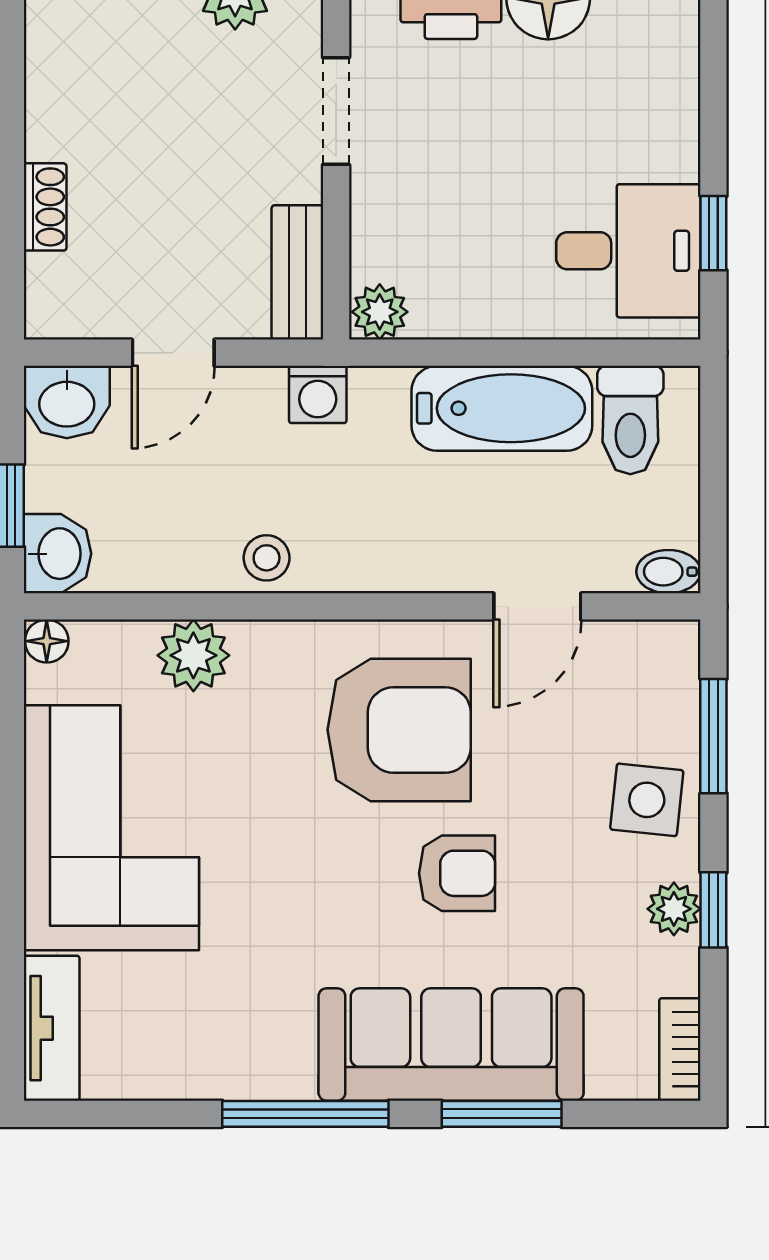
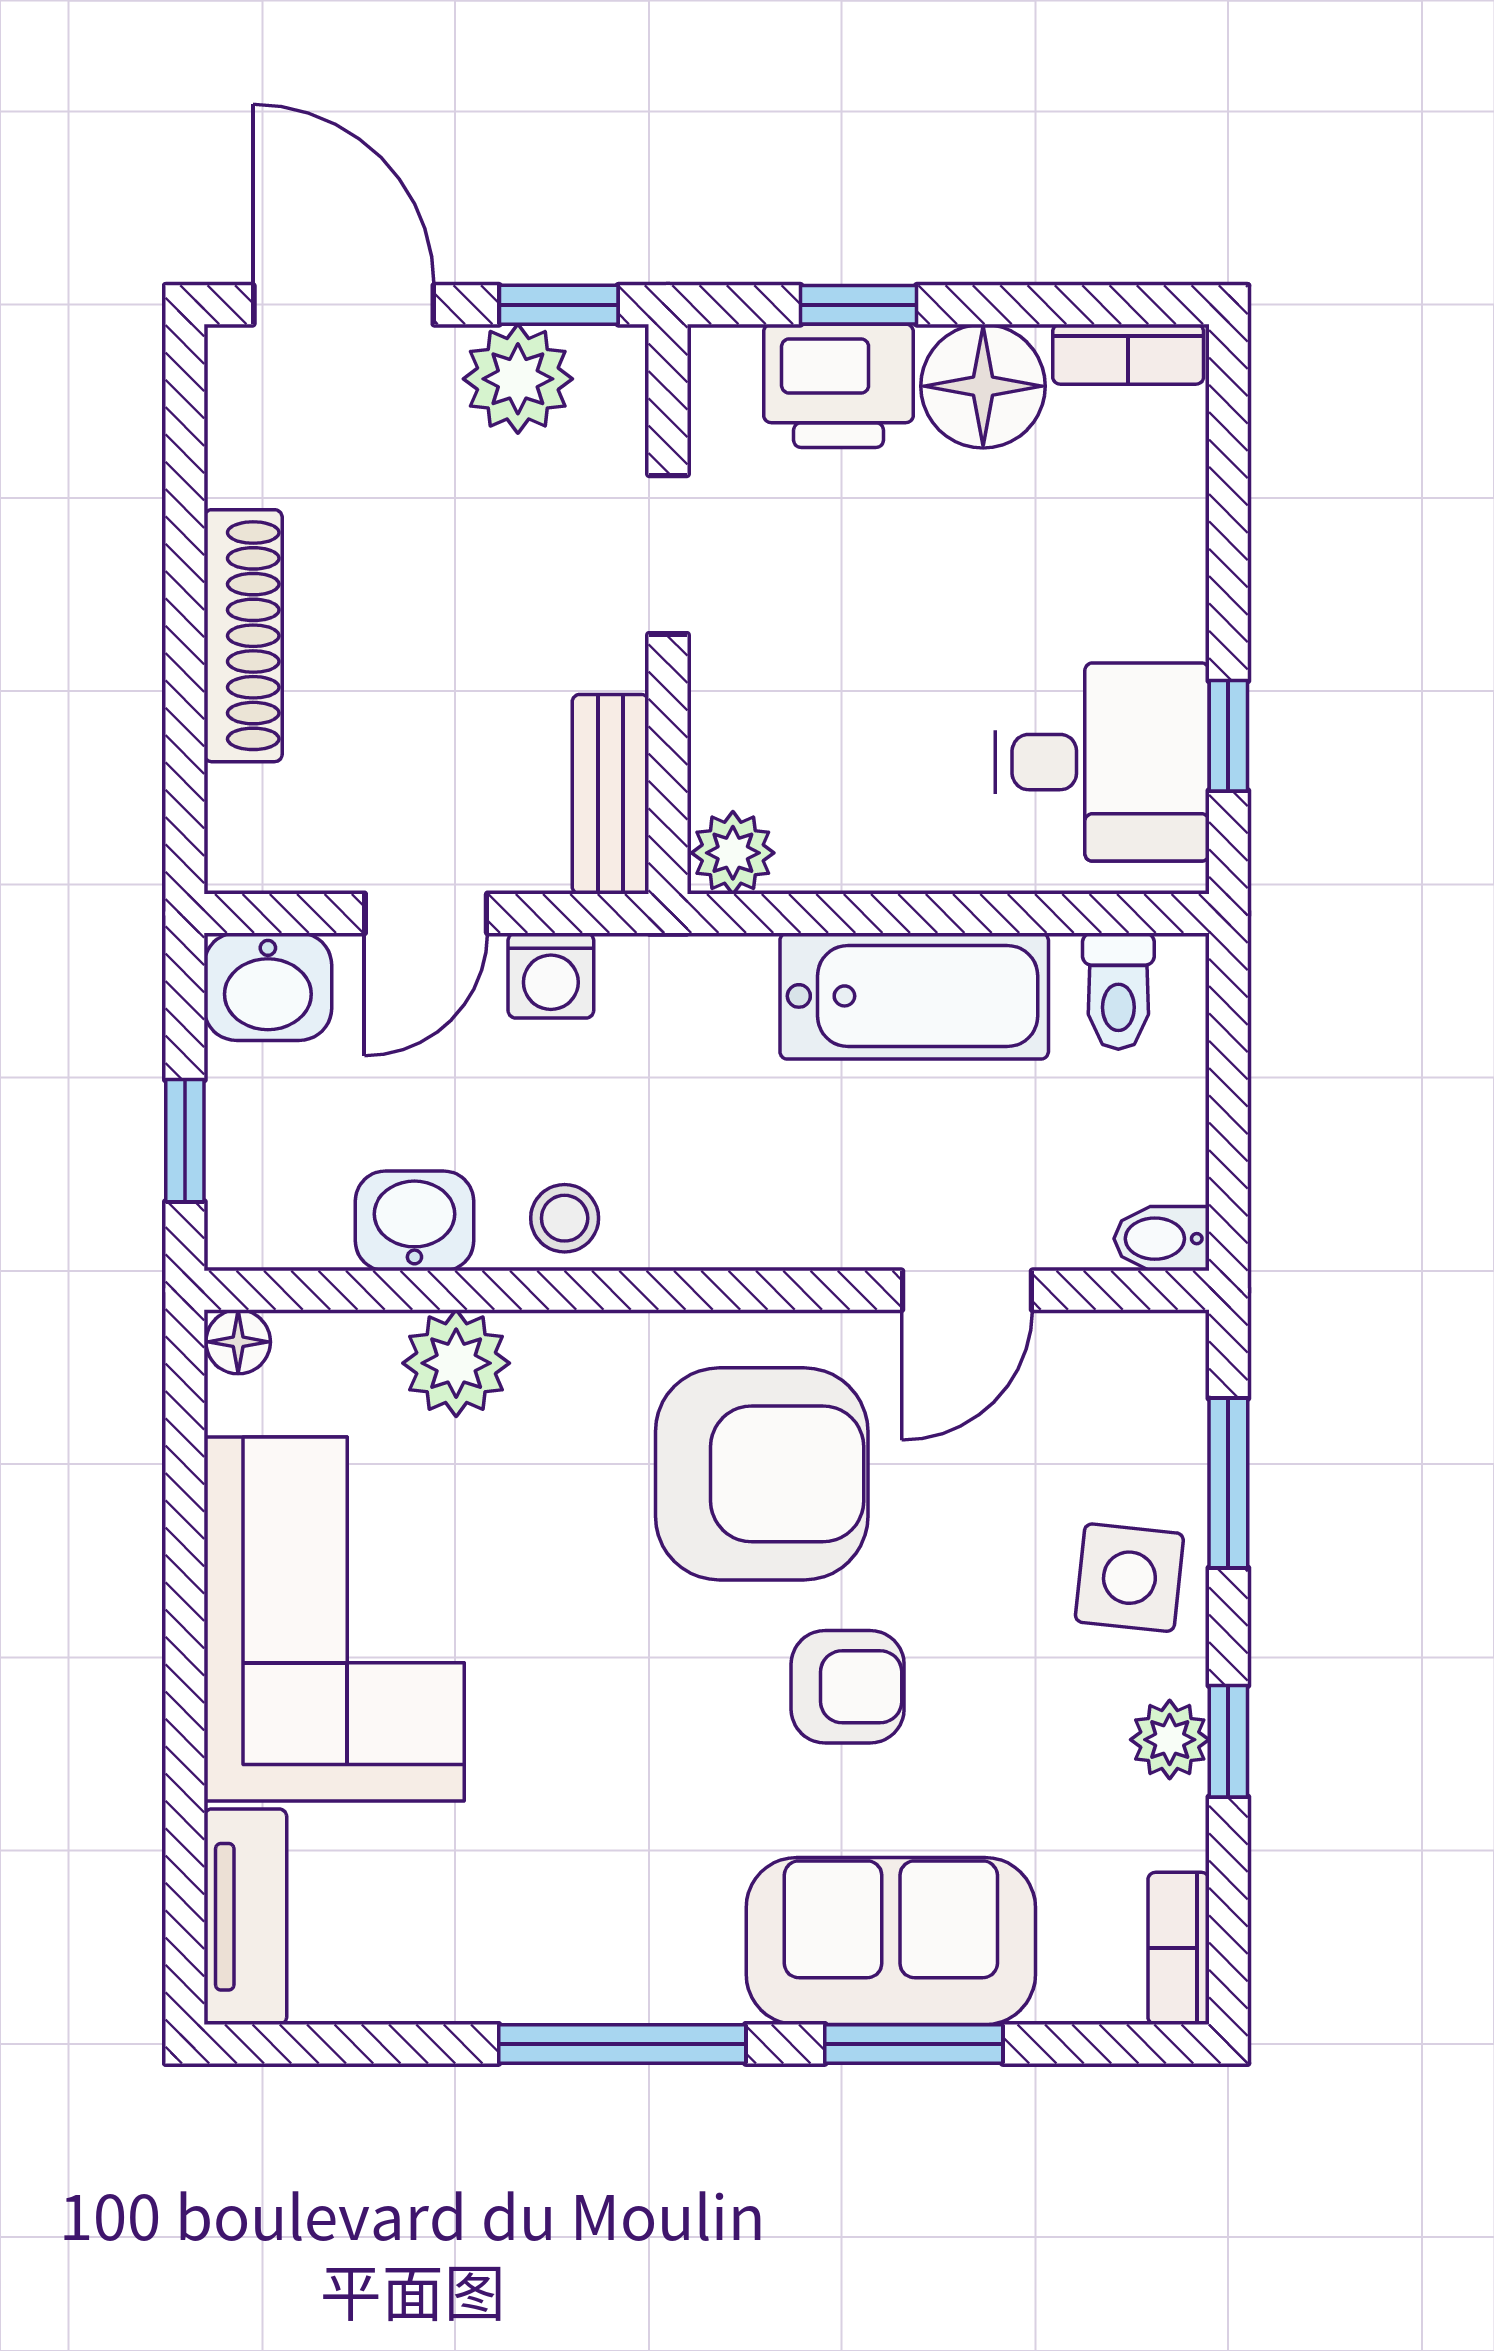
shoe rack: (45, 207) -> (243, 636), width x1.94, depth x1.24
washing machine: (318, 394) -> (551, 975), moved
toilet: (630, 420) -> (1118, 991), width x0.73, depth x0.72
washbasin: (58, 554) -> (414, 1221), moved, turned -90
sofa: (451, 1044) -> (891, 1941), width x0.73

